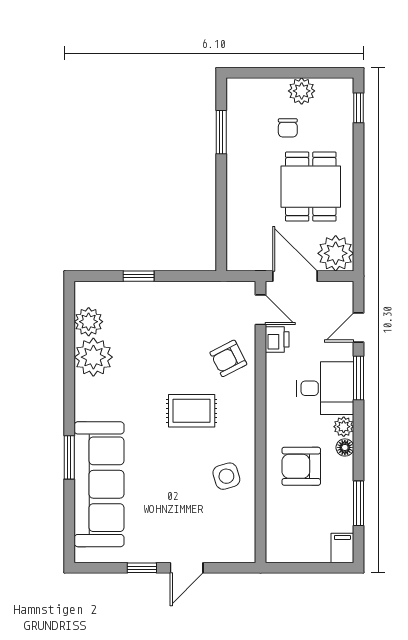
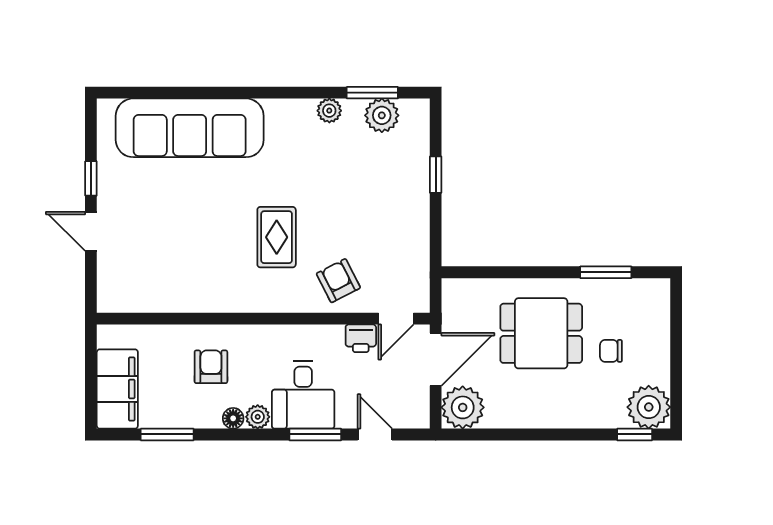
plant: (302, 91) -> (649, 407), moved, width x1.36, depth x1.36
dining table: (311, 187) -> (541, 333), moved
plant: (93, 357) -> (329, 111), width x0.53, depth x0.53
window: (69, 457) -> (372, 93), moved
armchair: (301, 466) -> (211, 367), width x0.72, depth x0.72
side table: (226, 476) -> (199, 278), removed
filing cabinet: (342, 548) -> (117, 389), width x3.00, depth x1.17

